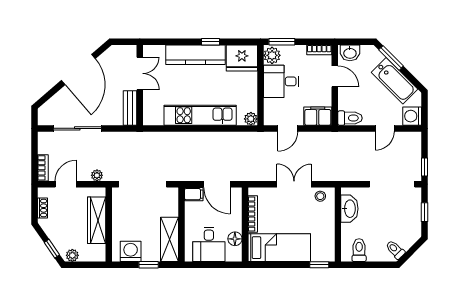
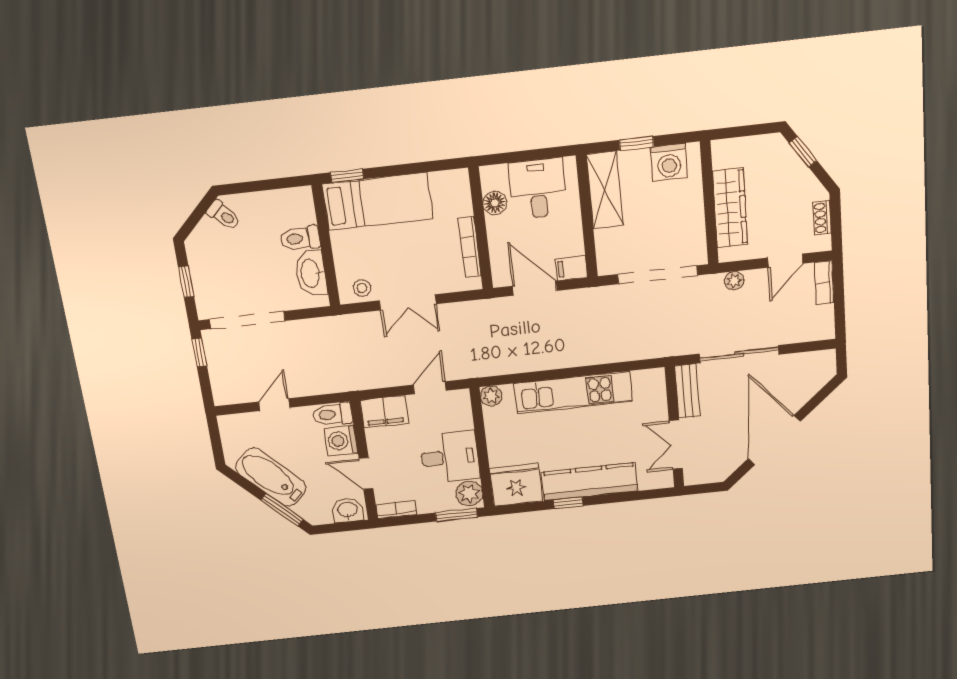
washing machine: (412, 116) -> (341, 441), moved, turned 180
sliding door: (77, 128) -> (739, 354), moved
bed: (279, 248) -> (377, 201), moved, turned 180
toilet: (359, 250) -> (300, 238), moved, turned 90
plant: (72, 255) -> (768, 144), removed

